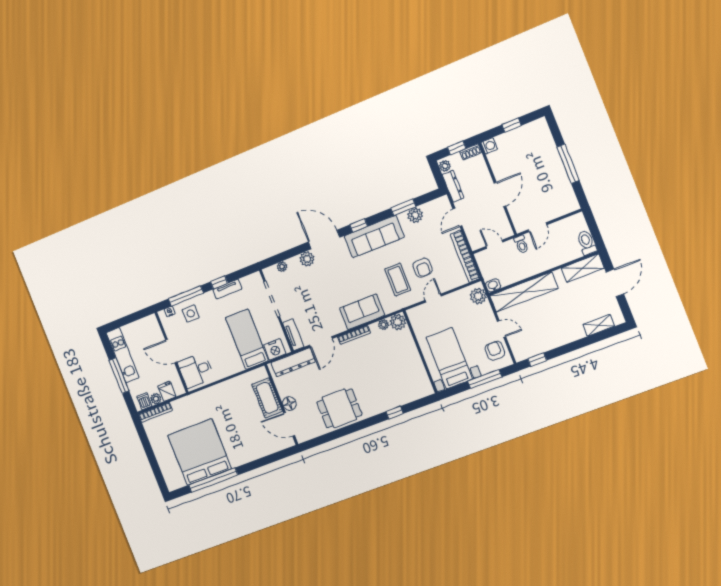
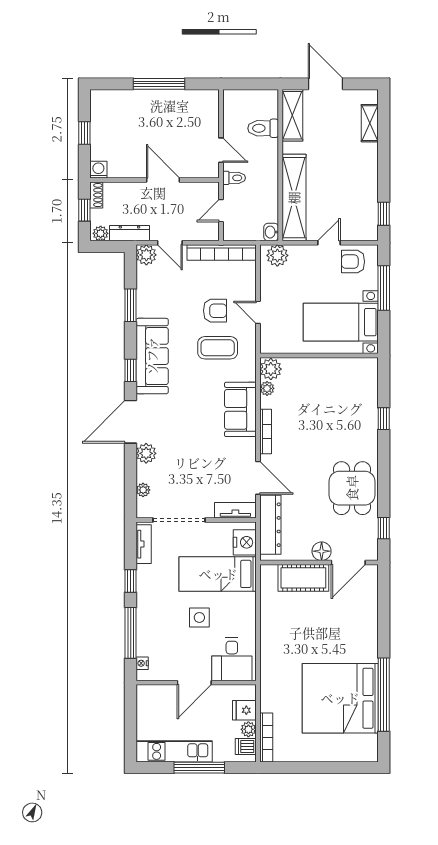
plant: (415, 215) -> (146, 255), moved
toilet: (587, 243) -> (263, 128), moved
tv unit: (227, 289) -> (144, 544), moved
side table: (191, 313) -> (199, 617), moved
window: (321, 440) -> (384, 528), added

